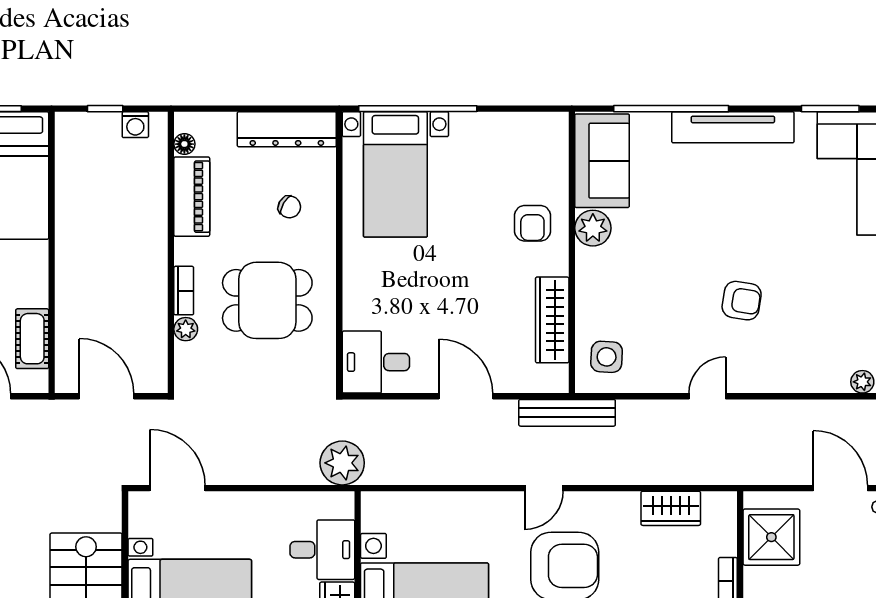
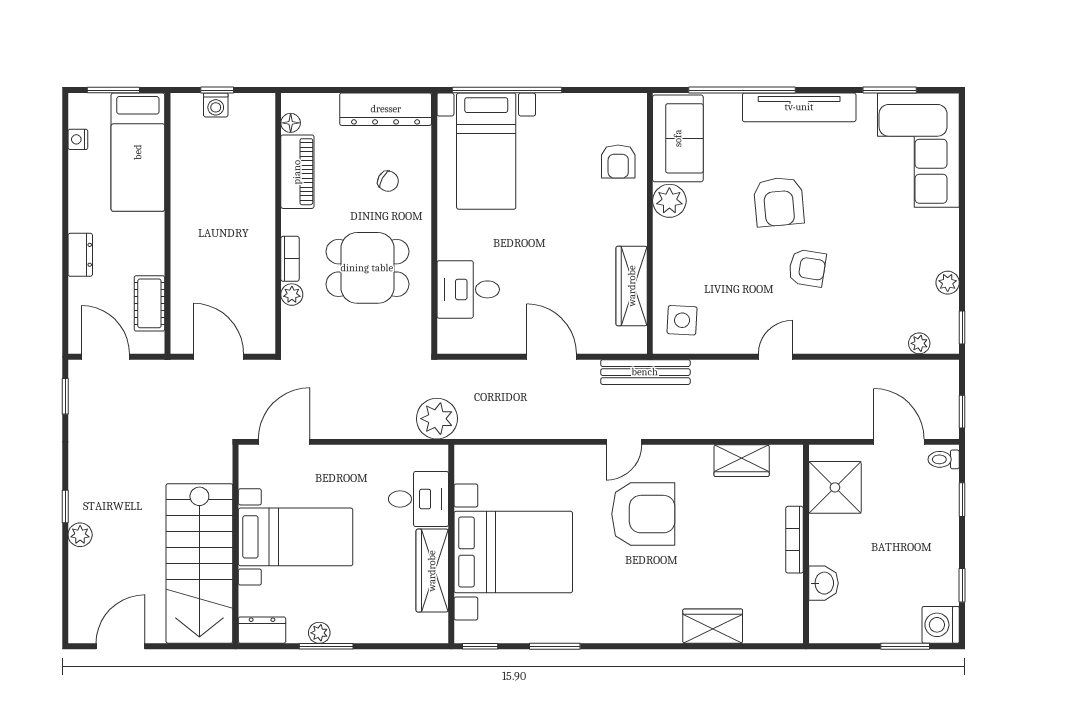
washing machine: (135, 125) -> (216, 105), moved
armchair: (532, 223) -> (618, 161), moved
armchair: (711, 229) -> (779, 202), added
desk: (376, 362) -> (468, 289), moved
door: (177, 488) -> (284, 442), hinge flipped

